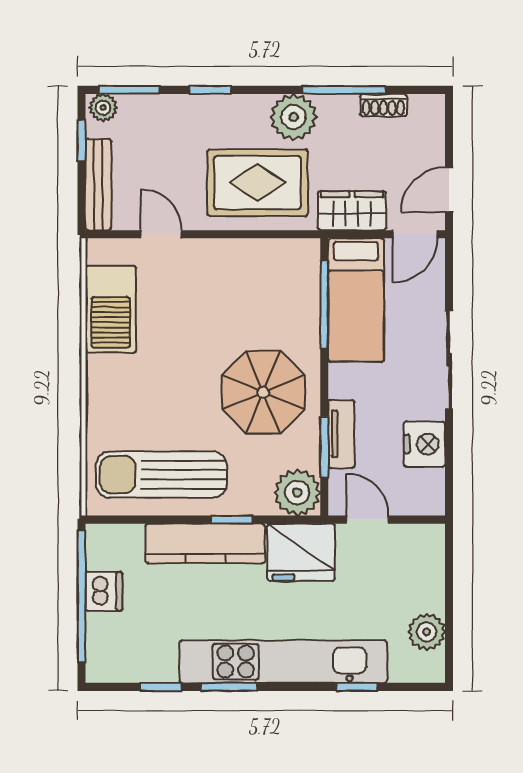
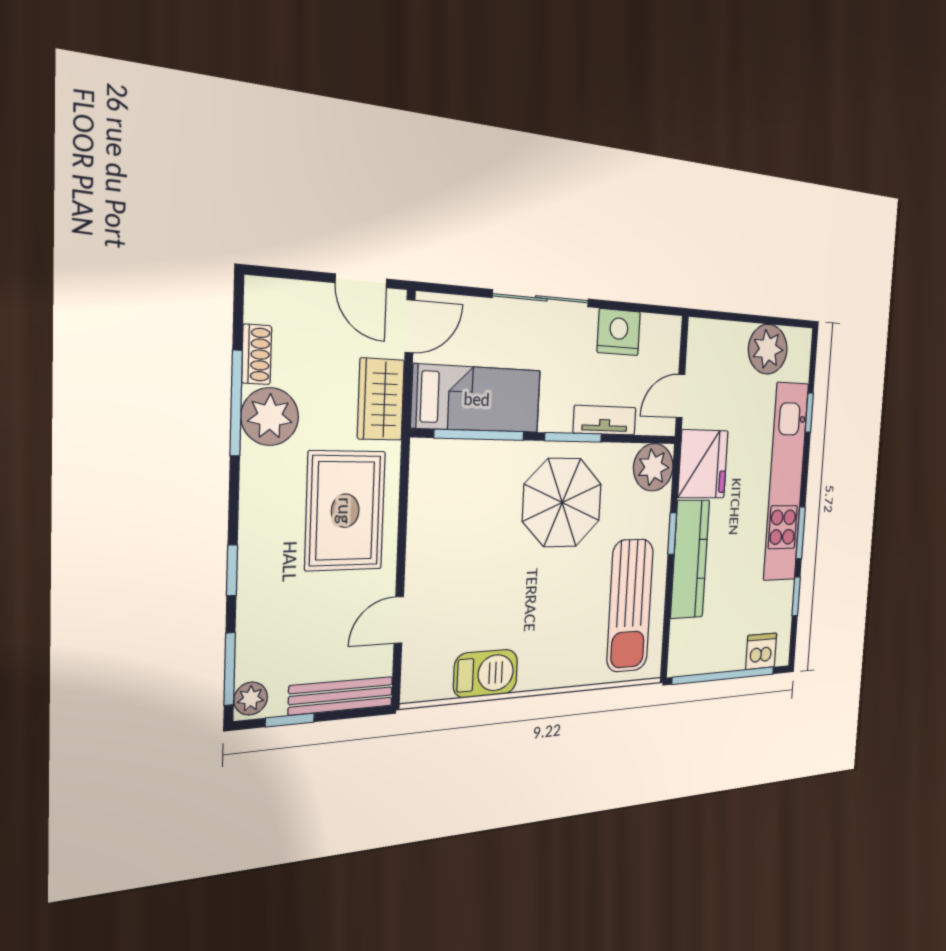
plant: (294, 117) -> (270, 417), moved
door: (415, 234) -> (410, 326), hinge flipped
barbecue: (111, 309) -> (486, 674), width x0.73, depth x0.83
window: (324, 447) -> (573, 437), moved
dishwasher: (104, 591) -> (761, 651), moved
plant: (427, 632) -> (768, 349), width x1.36, depth x1.36

